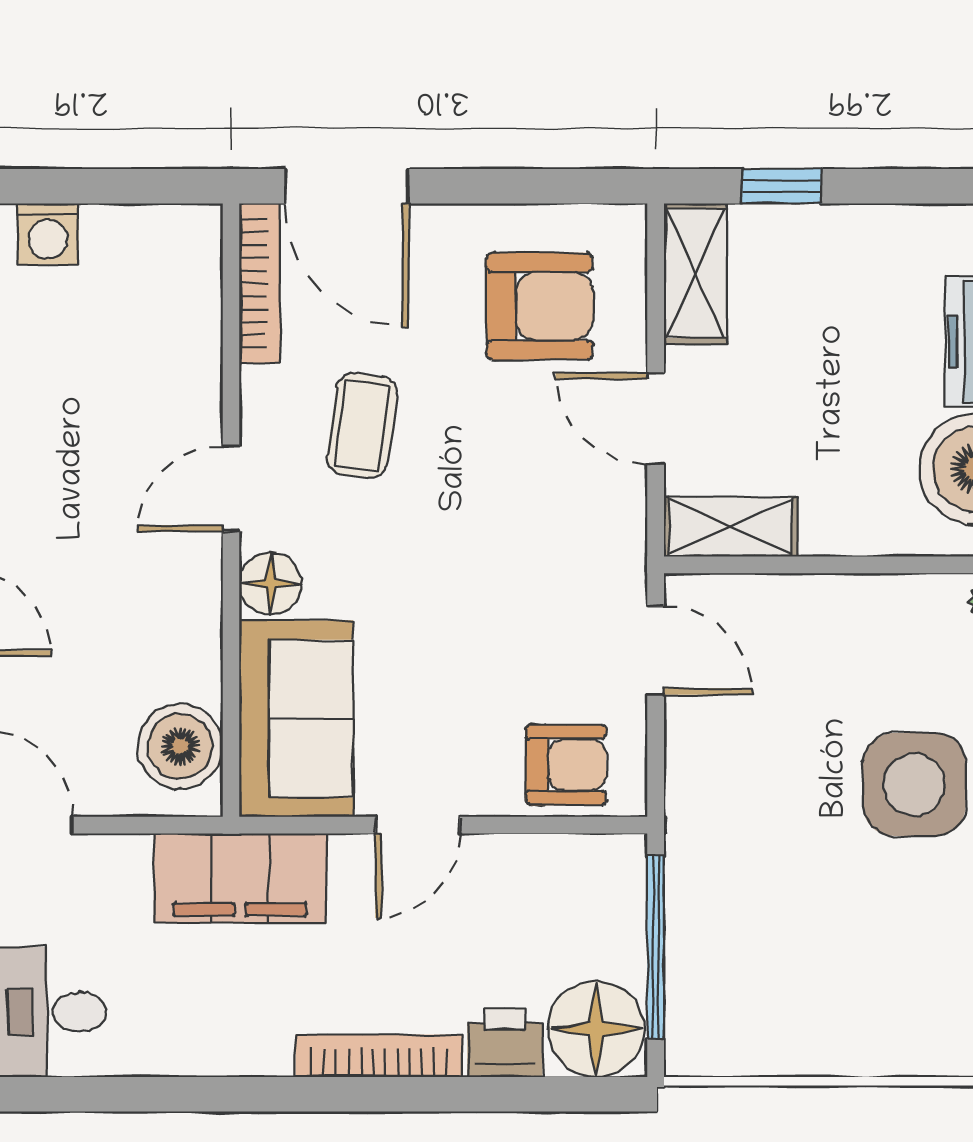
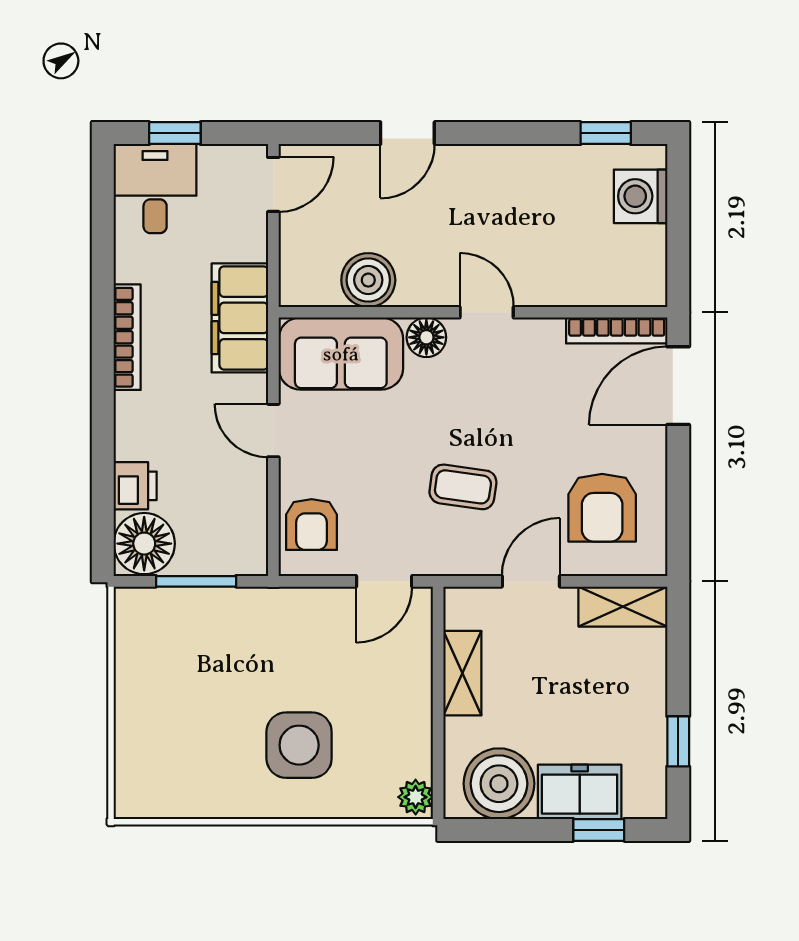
window: (782, 186) -> (678, 741), moved
washing machine: (48, 234) -> (641, 196), width x1.38, depth x1.38
coffee table: (362, 425) -> (463, 487), moved
shelving: (730, 527) -> (462, 673), moved
boiler: (180, 746) -> (368, 280), moved
window: (656, 947) -> (196, 581), width x0.69
bookcase: (379, 1056) -> (127, 337), moved

